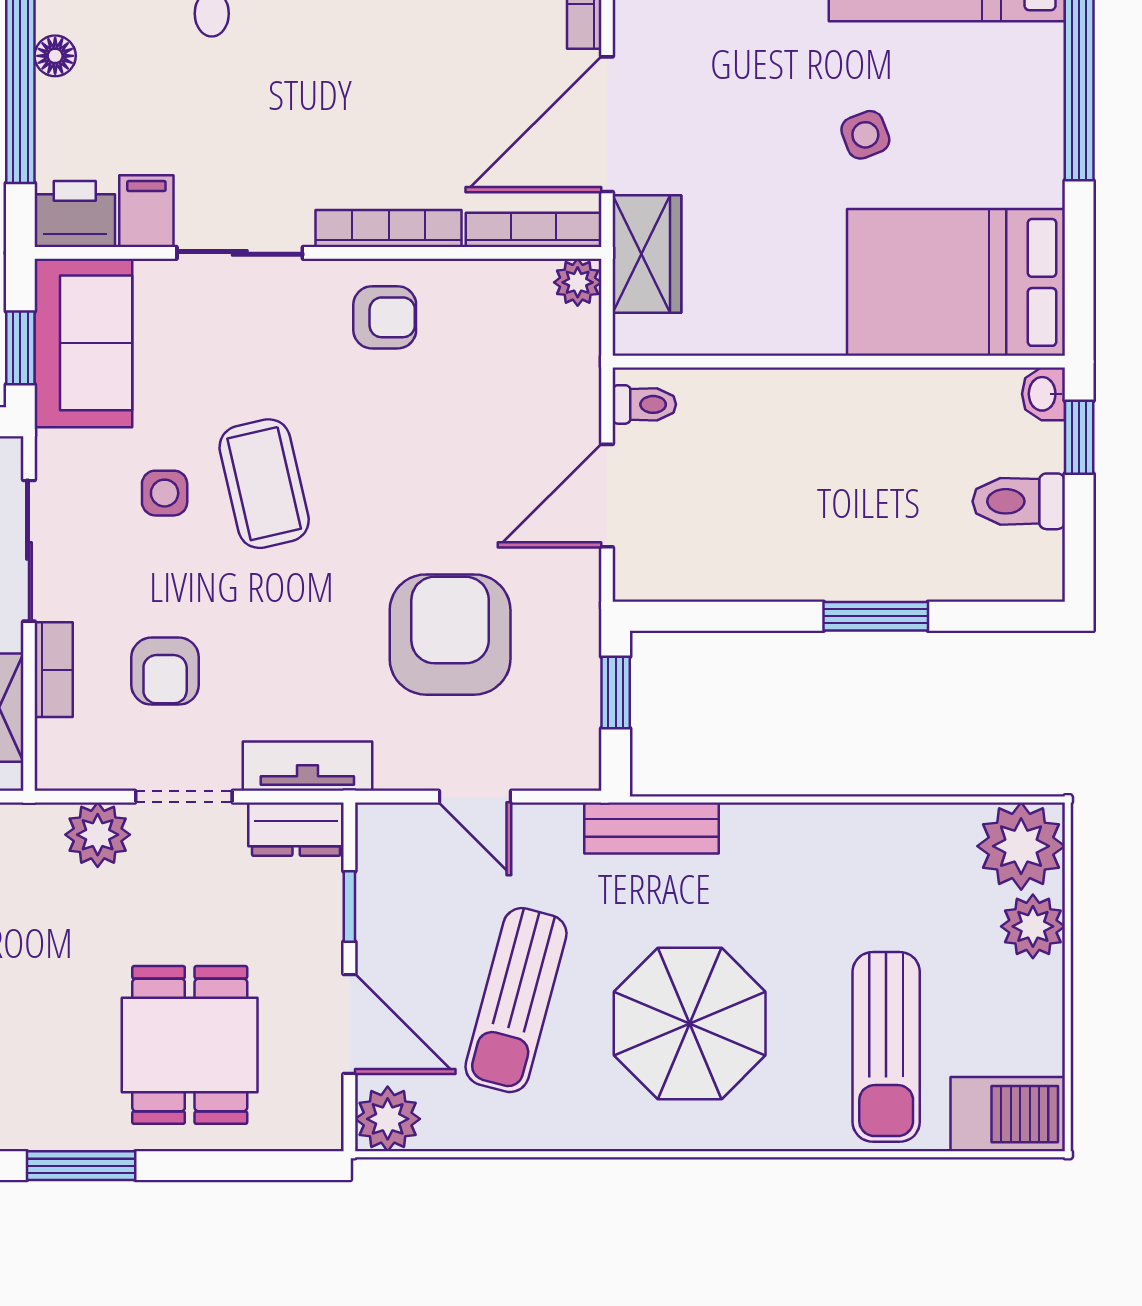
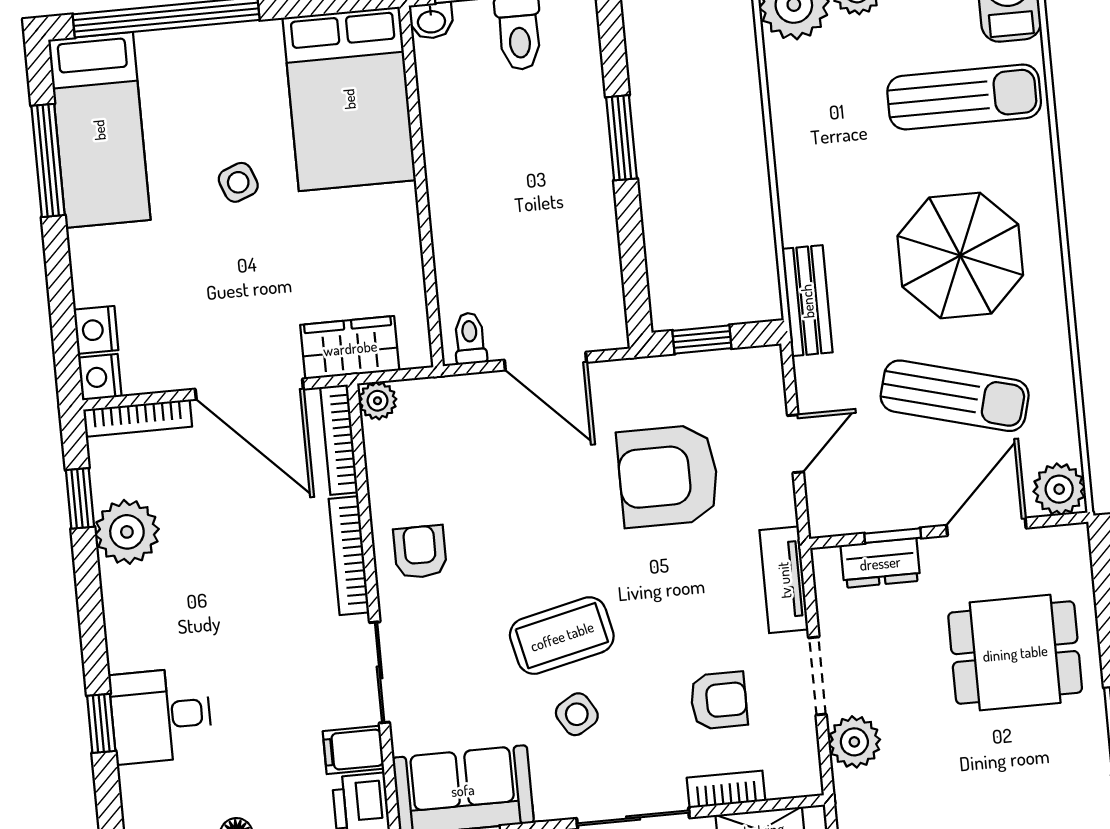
side table: (165, 493) -> (577, 714), turned -31
dresser: (296, 829) -> (880, 563), moved, turned 90

